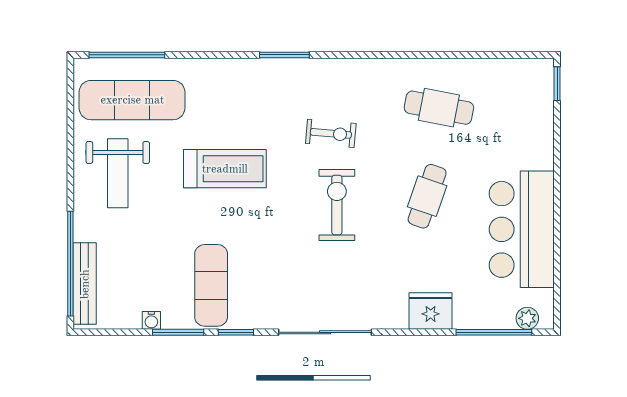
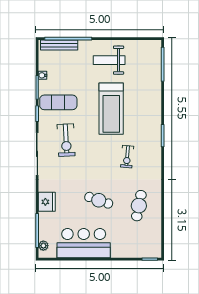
exercise mat: (132, 100) -> (142, 67), removed
treadmill: (225, 169) -> (111, 109), width x1.37, depth x1.38
exercise bike: (337, 205) -> (66, 140), moved, turned 87

